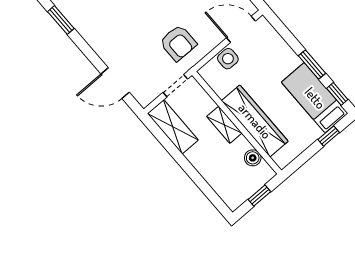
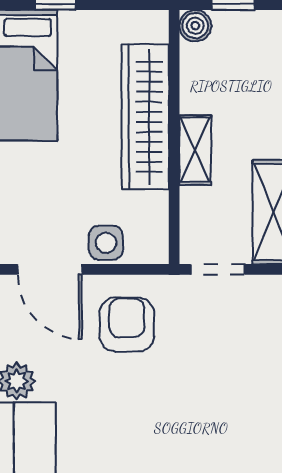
armchair: (178, 43) -> (127, 325), moved
boiler: (253, 158) -> (195, 26), moved

